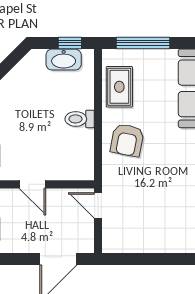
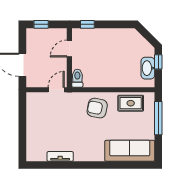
window: (70, 43) -> (158, 62), moved
toilet: (80, 119) -> (77, 78), moved

